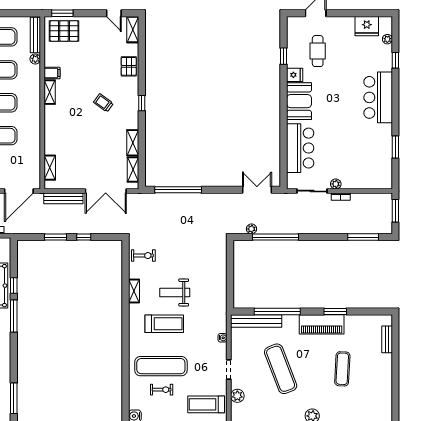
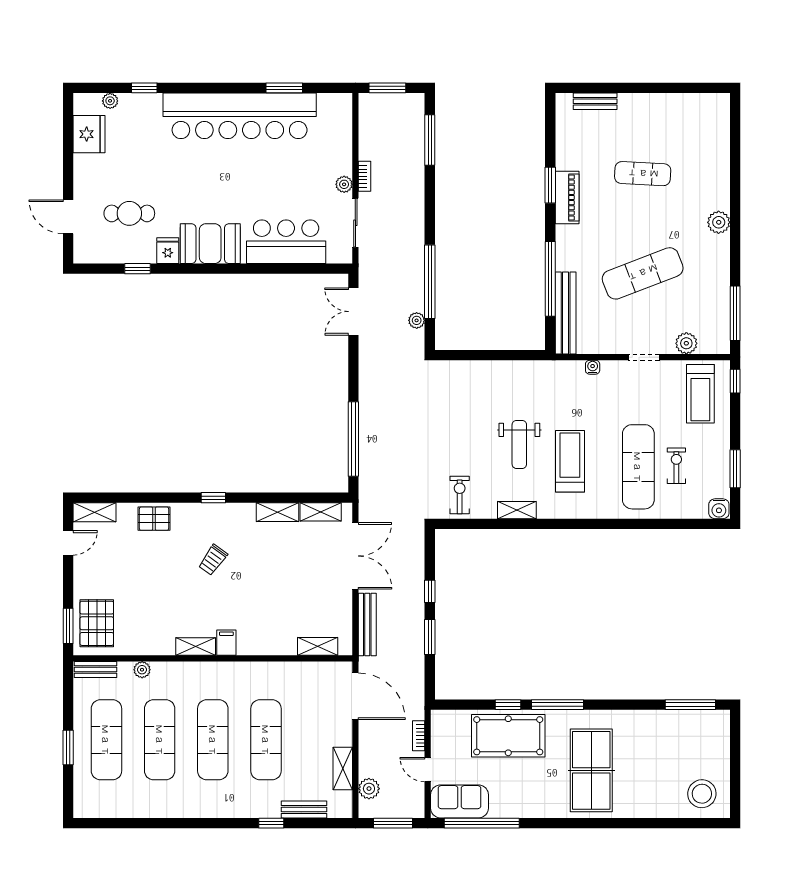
bench: (35, 35) -> (95, 669), width x0.73
filing cabinet: (52, 73) -> (226, 643), moved
bar counter: (378, 97) -> (240, 116), width x1.86
piano: (322, 324) -> (567, 197), width x0.73, depth x0.75

